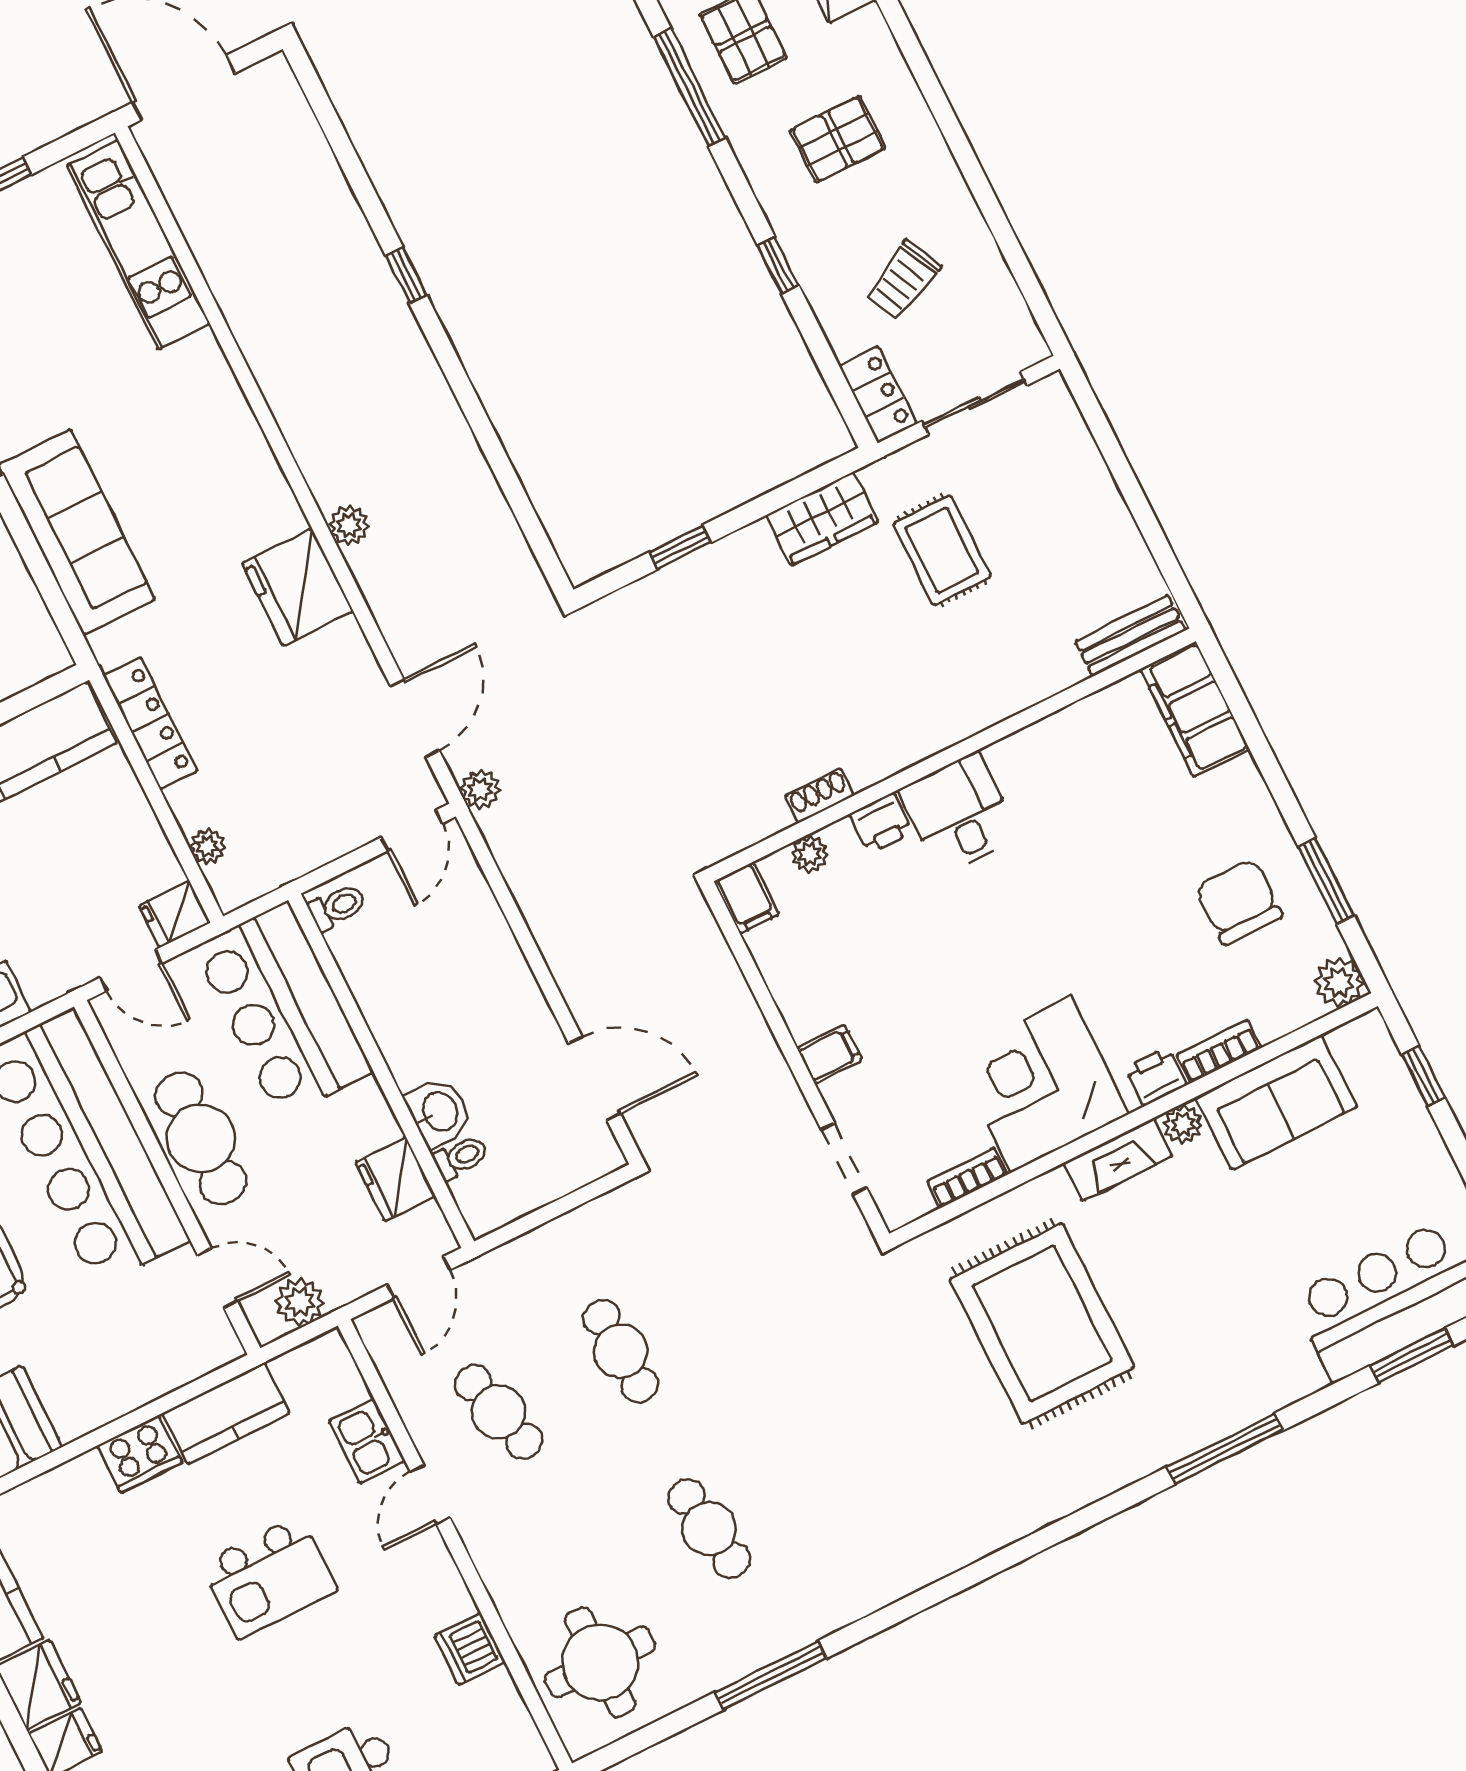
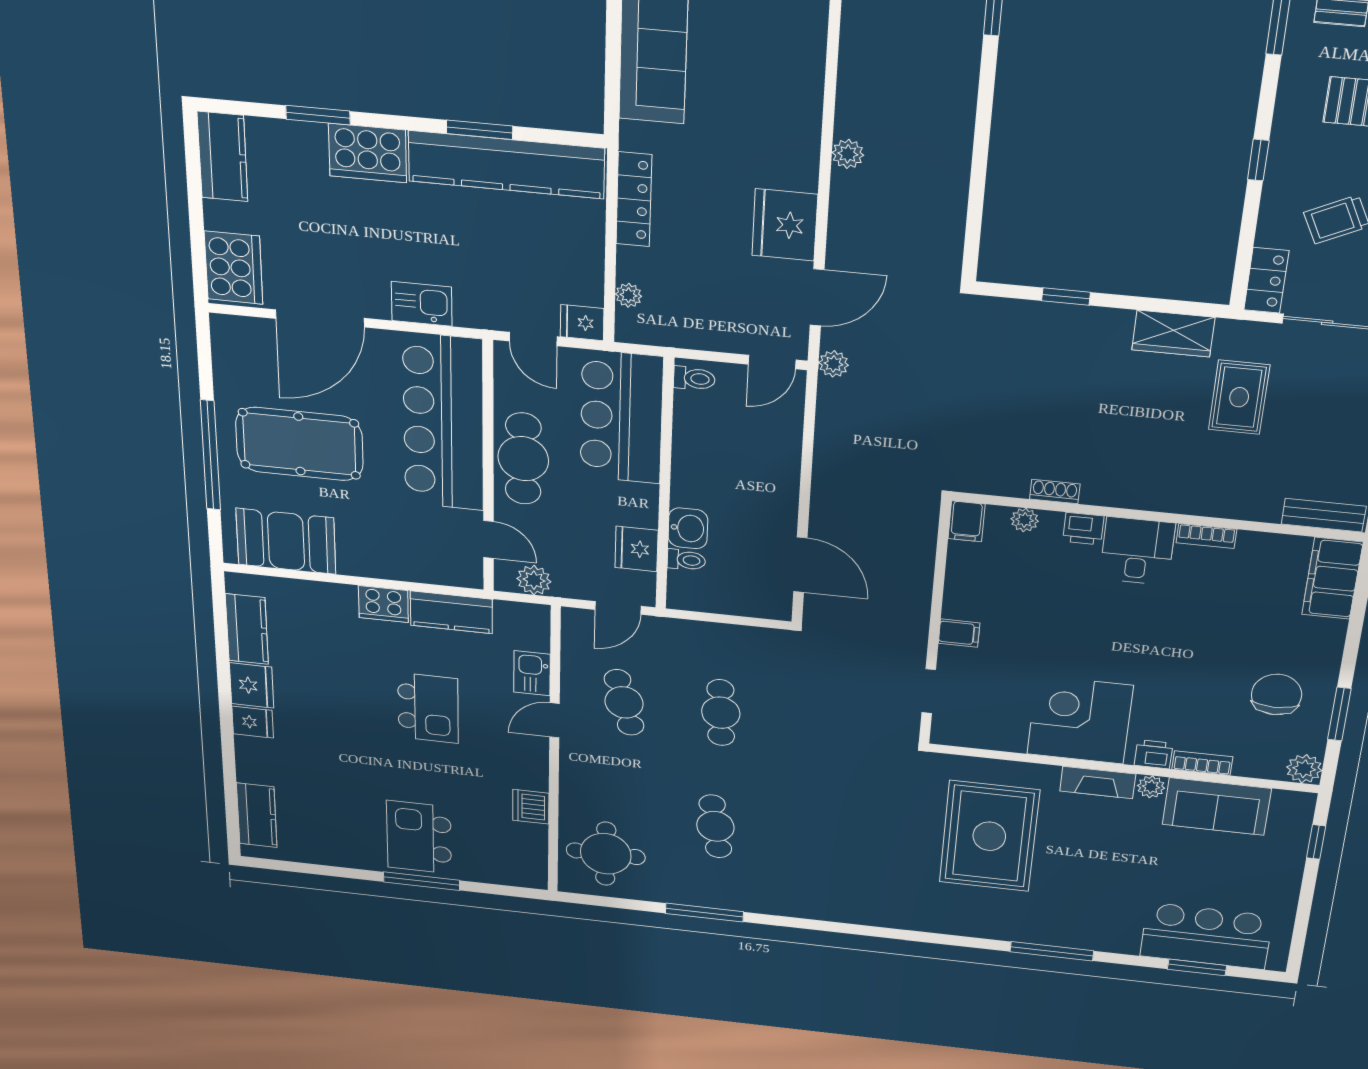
fridge: (298, 587) -> (785, 225), moved
bookcase: (967, 1178) -> (1206, 536), moved, turned 180
kitchen island: (269, 1577) -> (428, 708), turned -90

